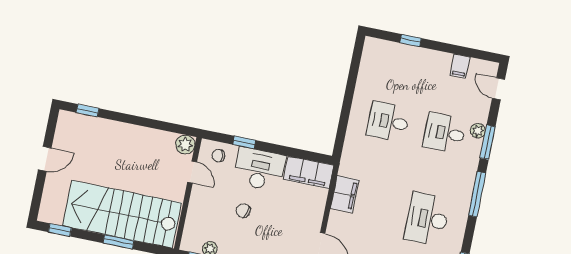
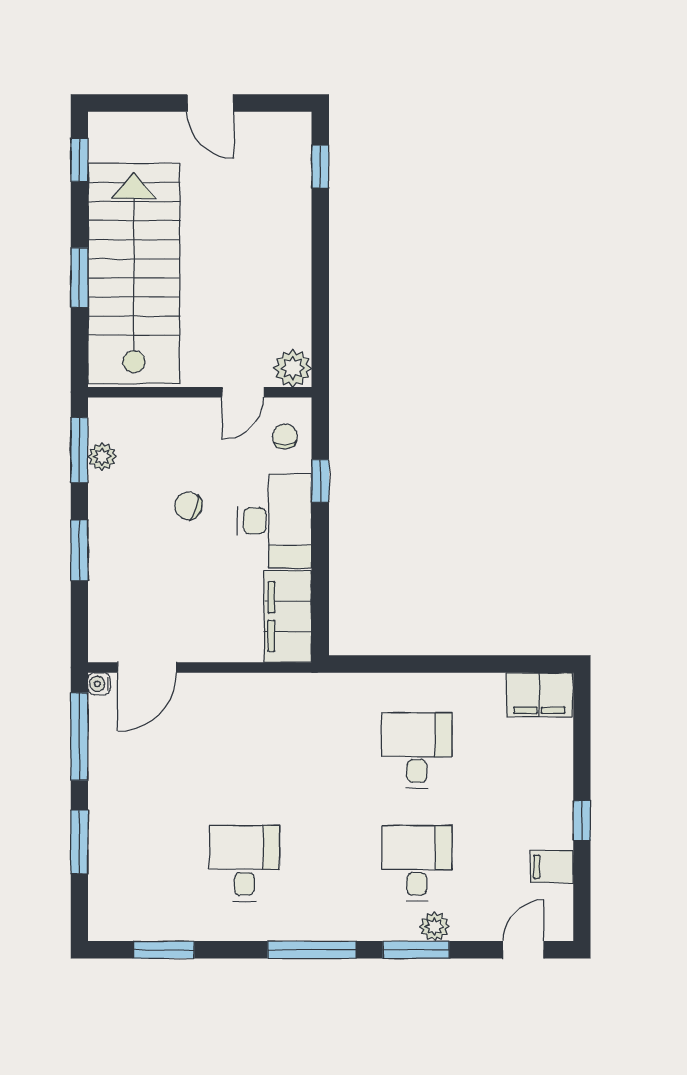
window: (411, 40) -> (582, 820), moved
filing cabinet: (345, 194) -> (539, 695), moved
chair: (243, 211) -> (188, 506), turned -90
desk: (427, 219) -> (244, 863), width x0.73

